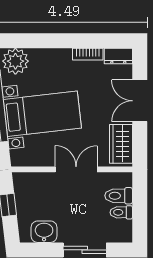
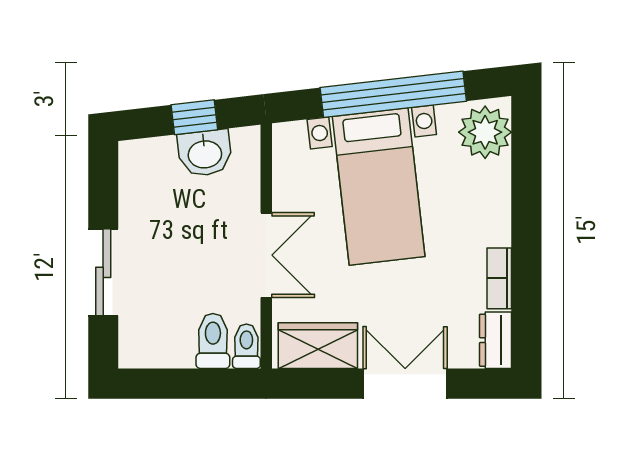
toilet: (121, 212) -> (246, 346), moved
washbasin: (44, 232) -> (205, 153), moved, turned 83

